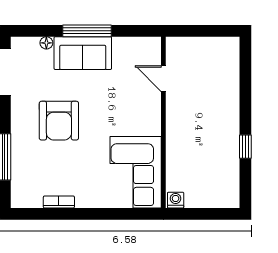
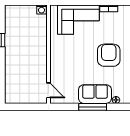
door: (163, 79) -> (48, 90), moved
corner sofa: (136, 172) -> (78, 20), moved, turned 90

